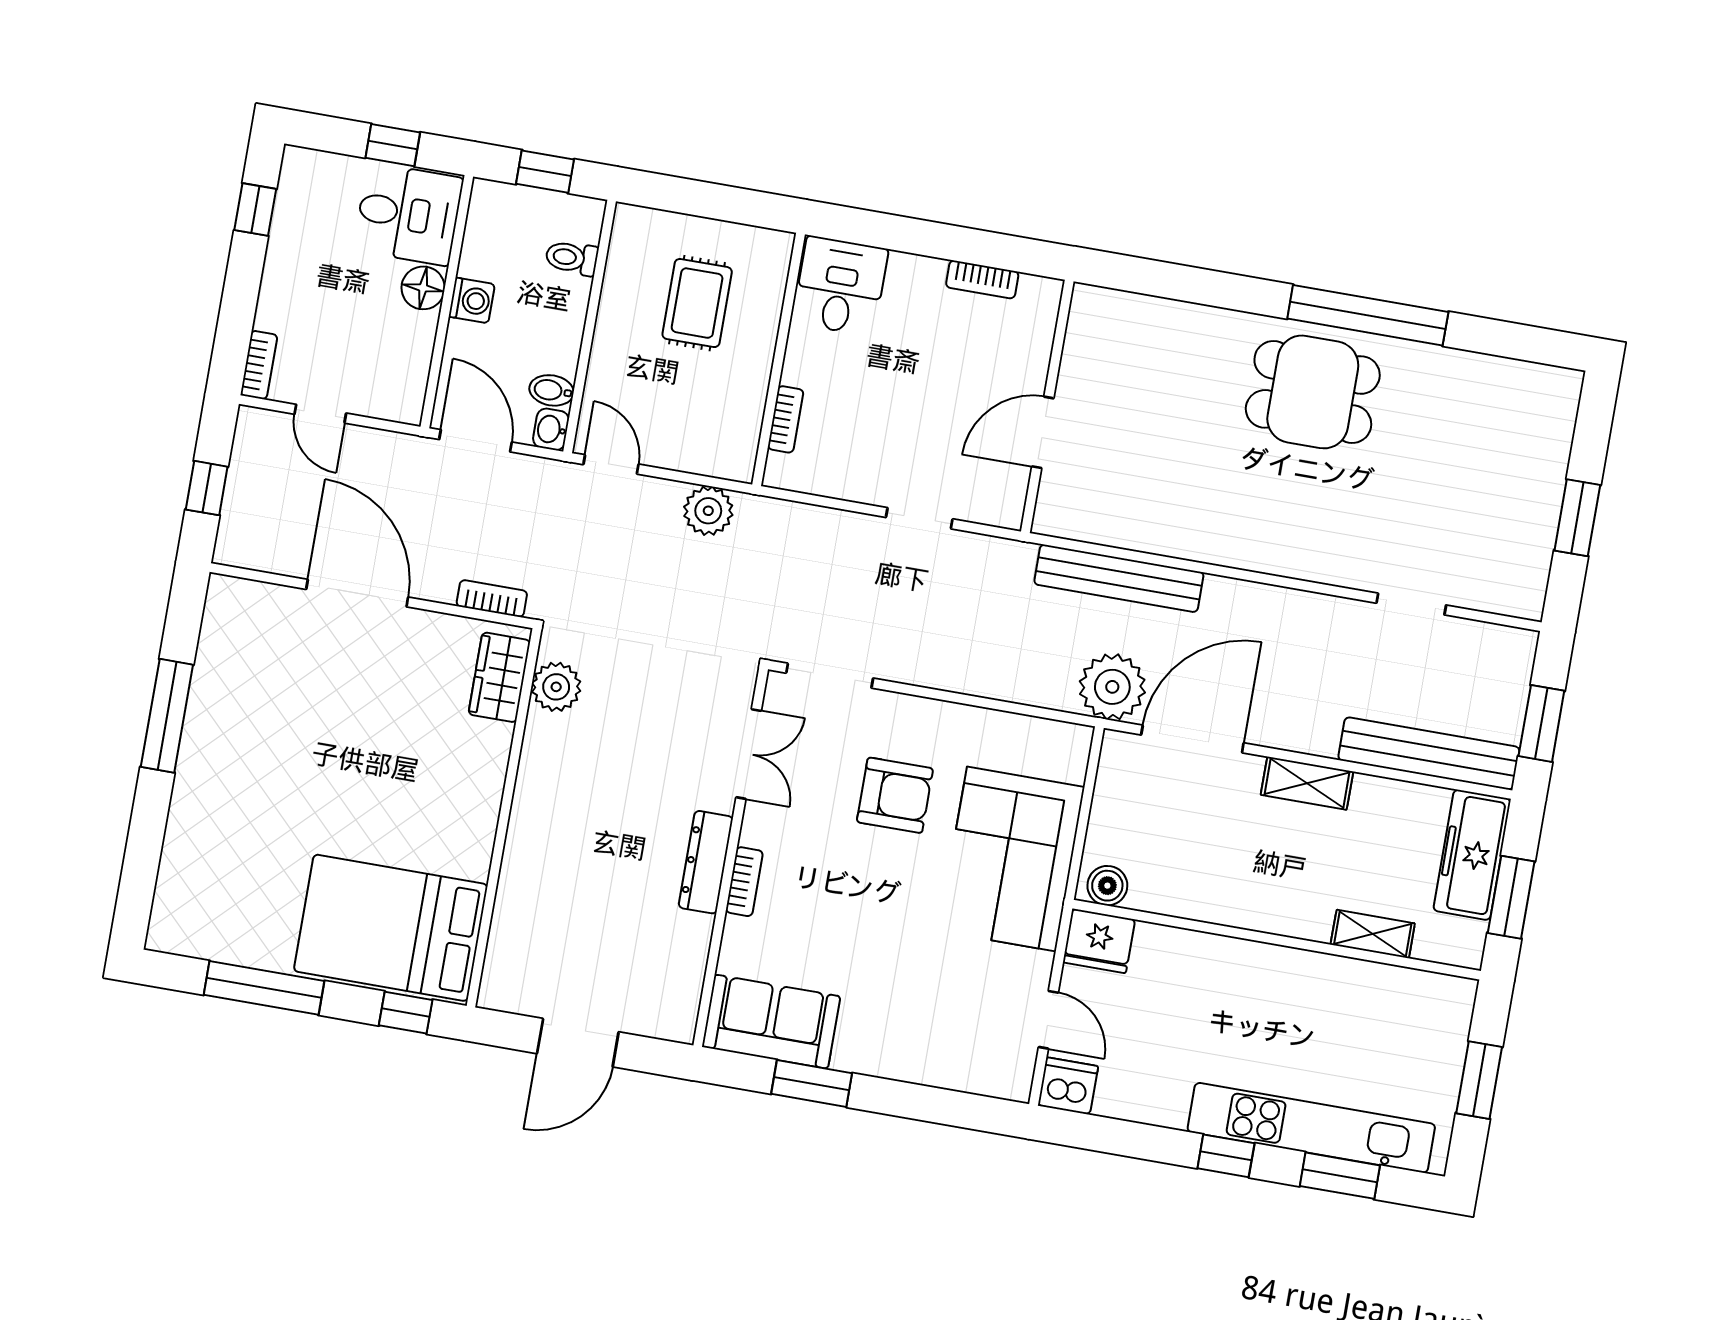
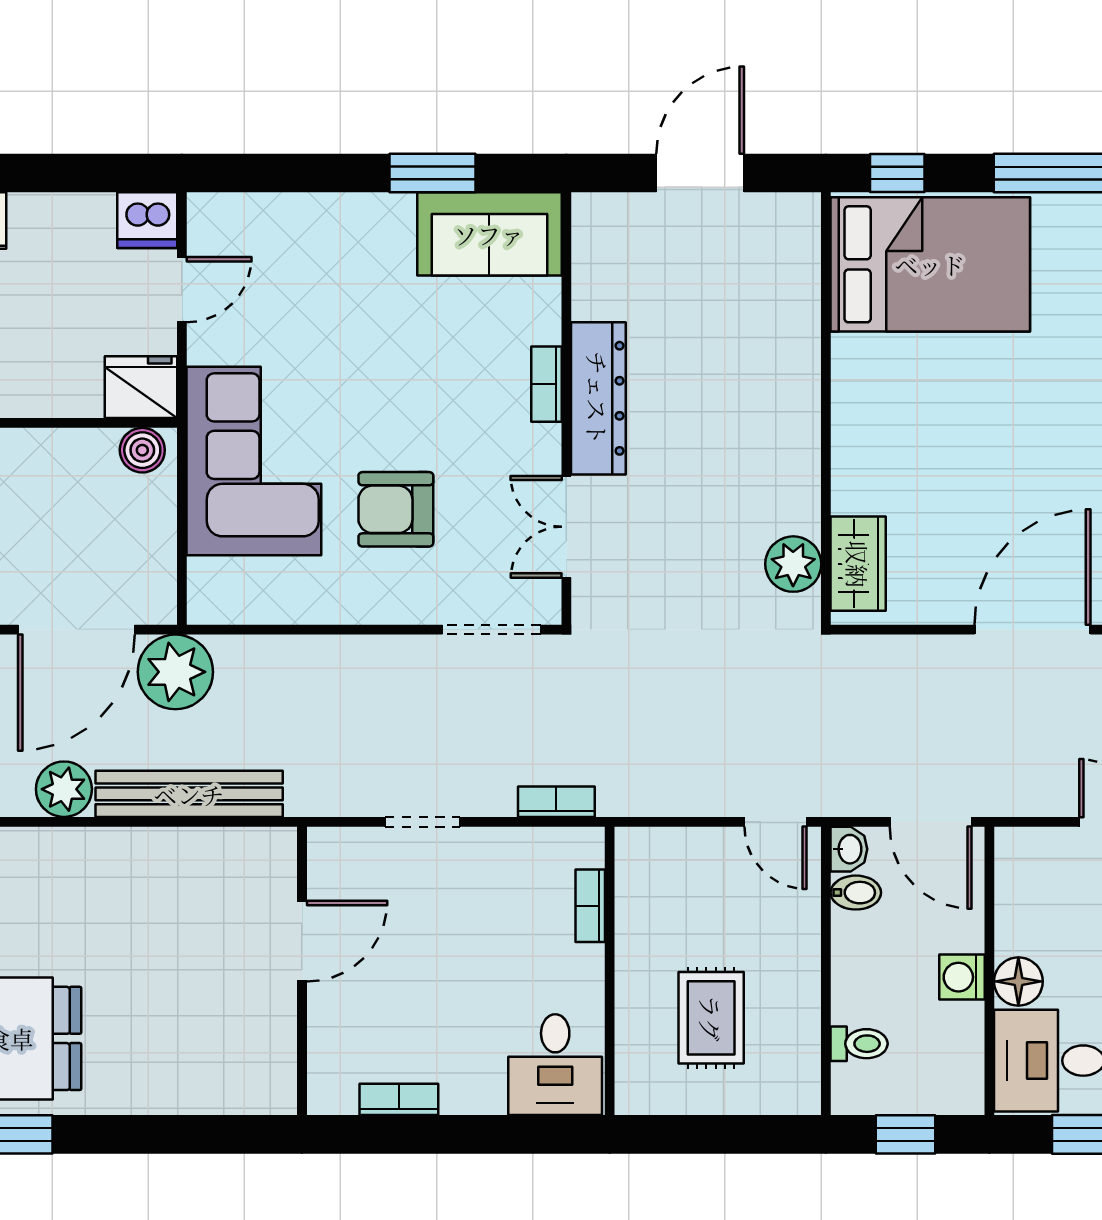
plant: (708, 511) -> (64, 789), moved
door: (357, 593) -> (1032, 630), swing flipped
bookcase: (492, 599) -> (556, 802), moved, turned 180
dresser: (706, 862) -> (598, 398), width x1.37, depth x1.24
door: (1048, 1020) -> (182, 290), swing flipped

